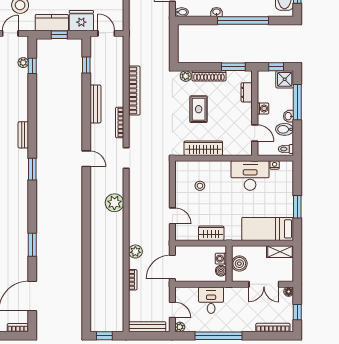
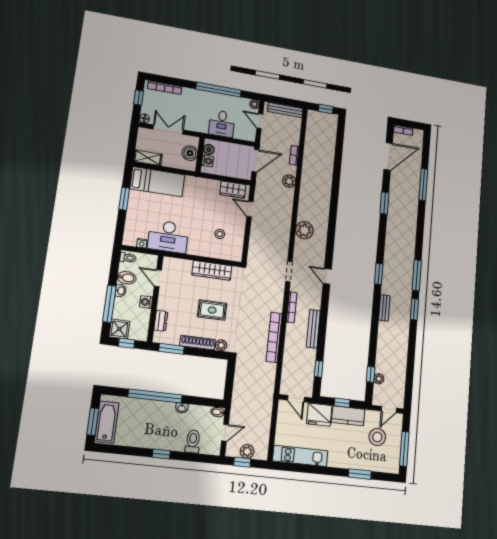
rug: (199, 109) -> (212, 310), turned 90
wardrobe: (211, 233) -> (233, 190), moved

